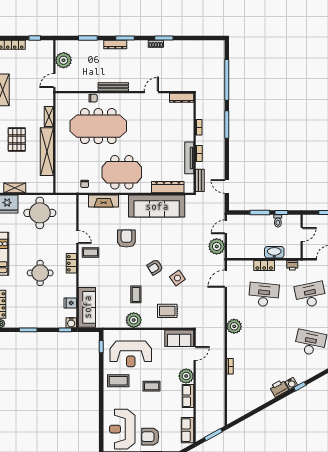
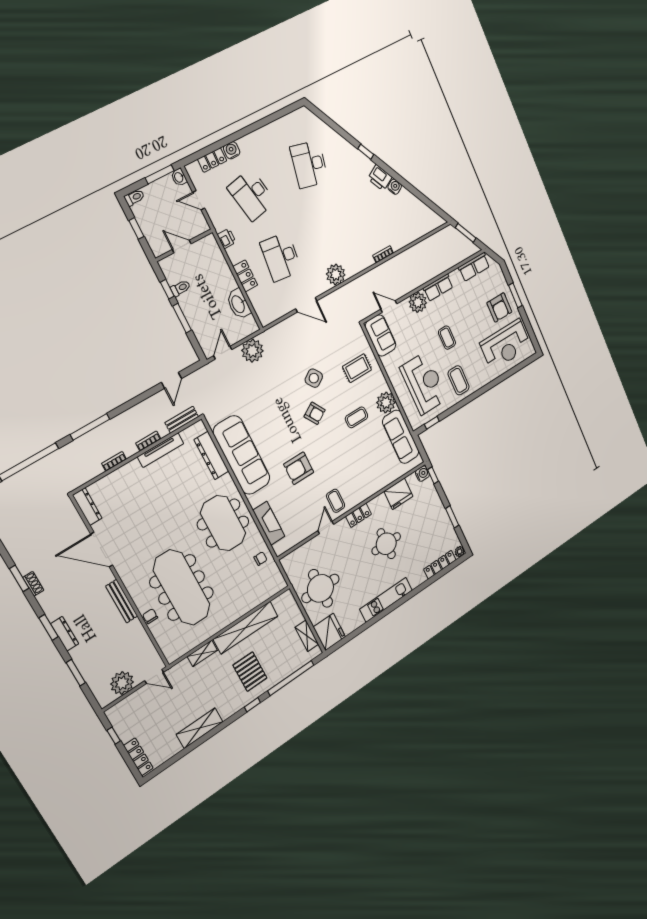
door: (151, 92) -> (102, 550), width x1.88
pallet: (17, 140) -> (250, 672), turned 90
door: (226, 227) -> (223, 353), swing flipped
washbasin: (274, 252) -> (238, 304), moved
door: (226, 279) -> (306, 305), moved
fridge: (70, 303) -> (398, 494), width x1.88, depth x1.34
sofa: (87, 307) -> (401, 437), moved, turned -90
rug: (167, 311) -> (357, 368), turned 90
water cooler: (291, 383) -> (395, 187), moved

